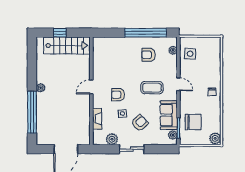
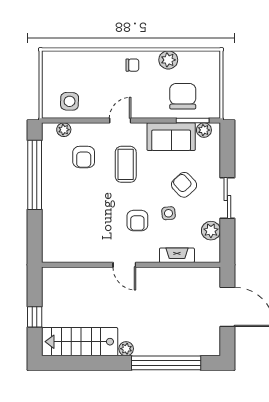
stairs: (66, 45) -> (80, 342), moved, turned -90
armchair: (148, 55) -> (84, 157), moved
plant: (215, 138) -> (168, 60), moved

